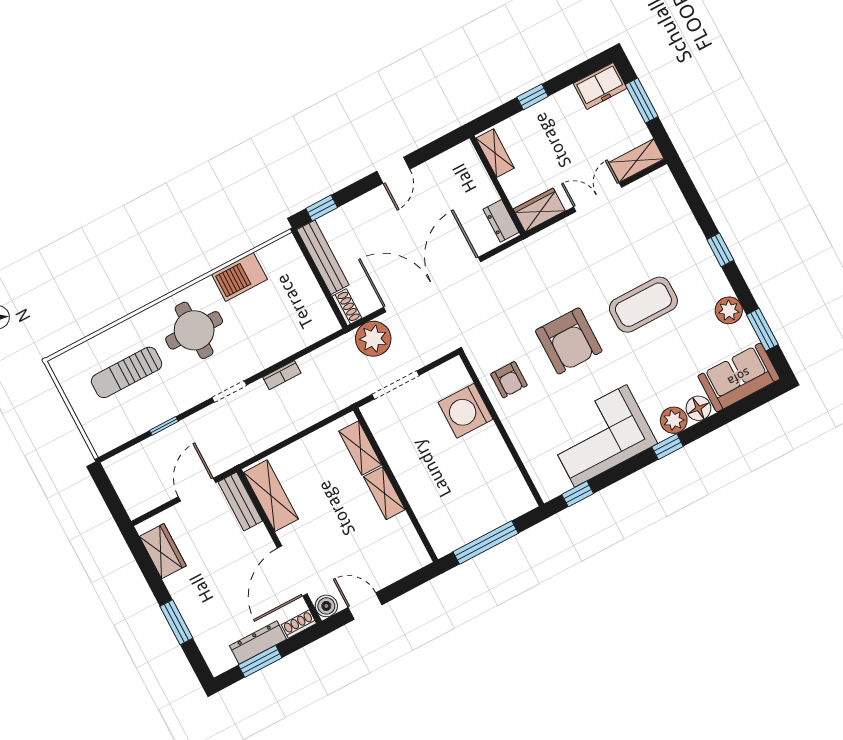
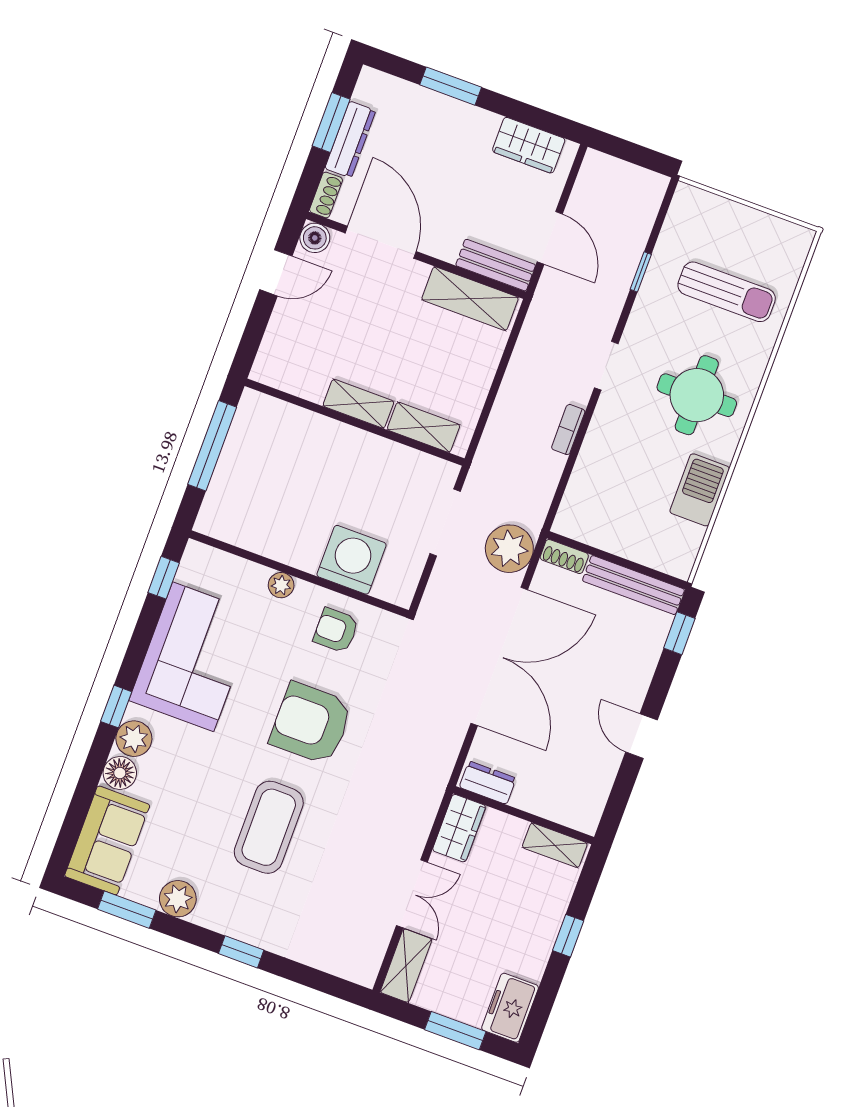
sun lounger: (127, 372) -> (727, 292), turned 90
plant: (517, 432) -> (281, 585), added

